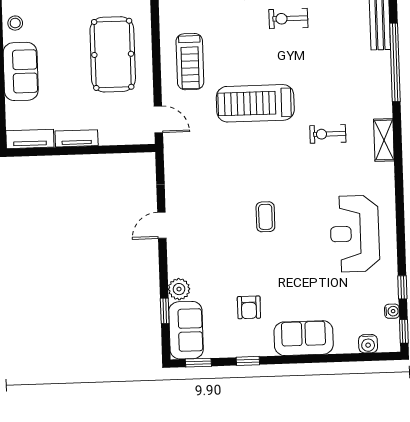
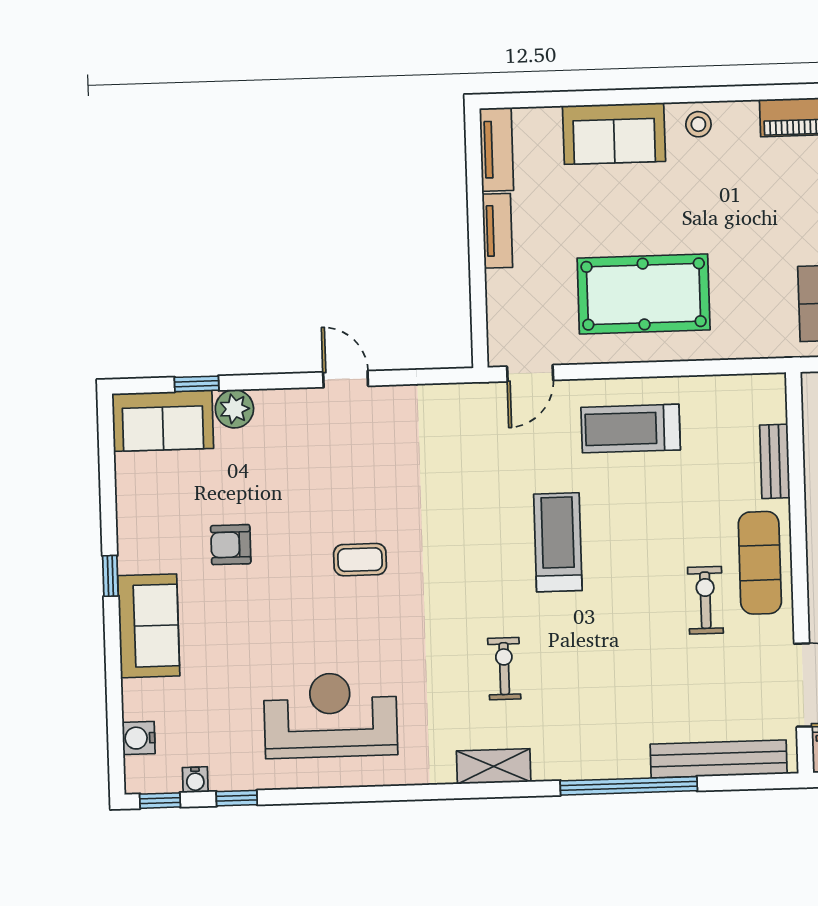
treadmill: (255, 103) -> (558, 542), width x0.73, depth x0.73
armchair: (249, 307) -> (231, 545), moved
window: (248, 361) -> (110, 576), moved
window: (198, 363) -> (106, 442), removed

